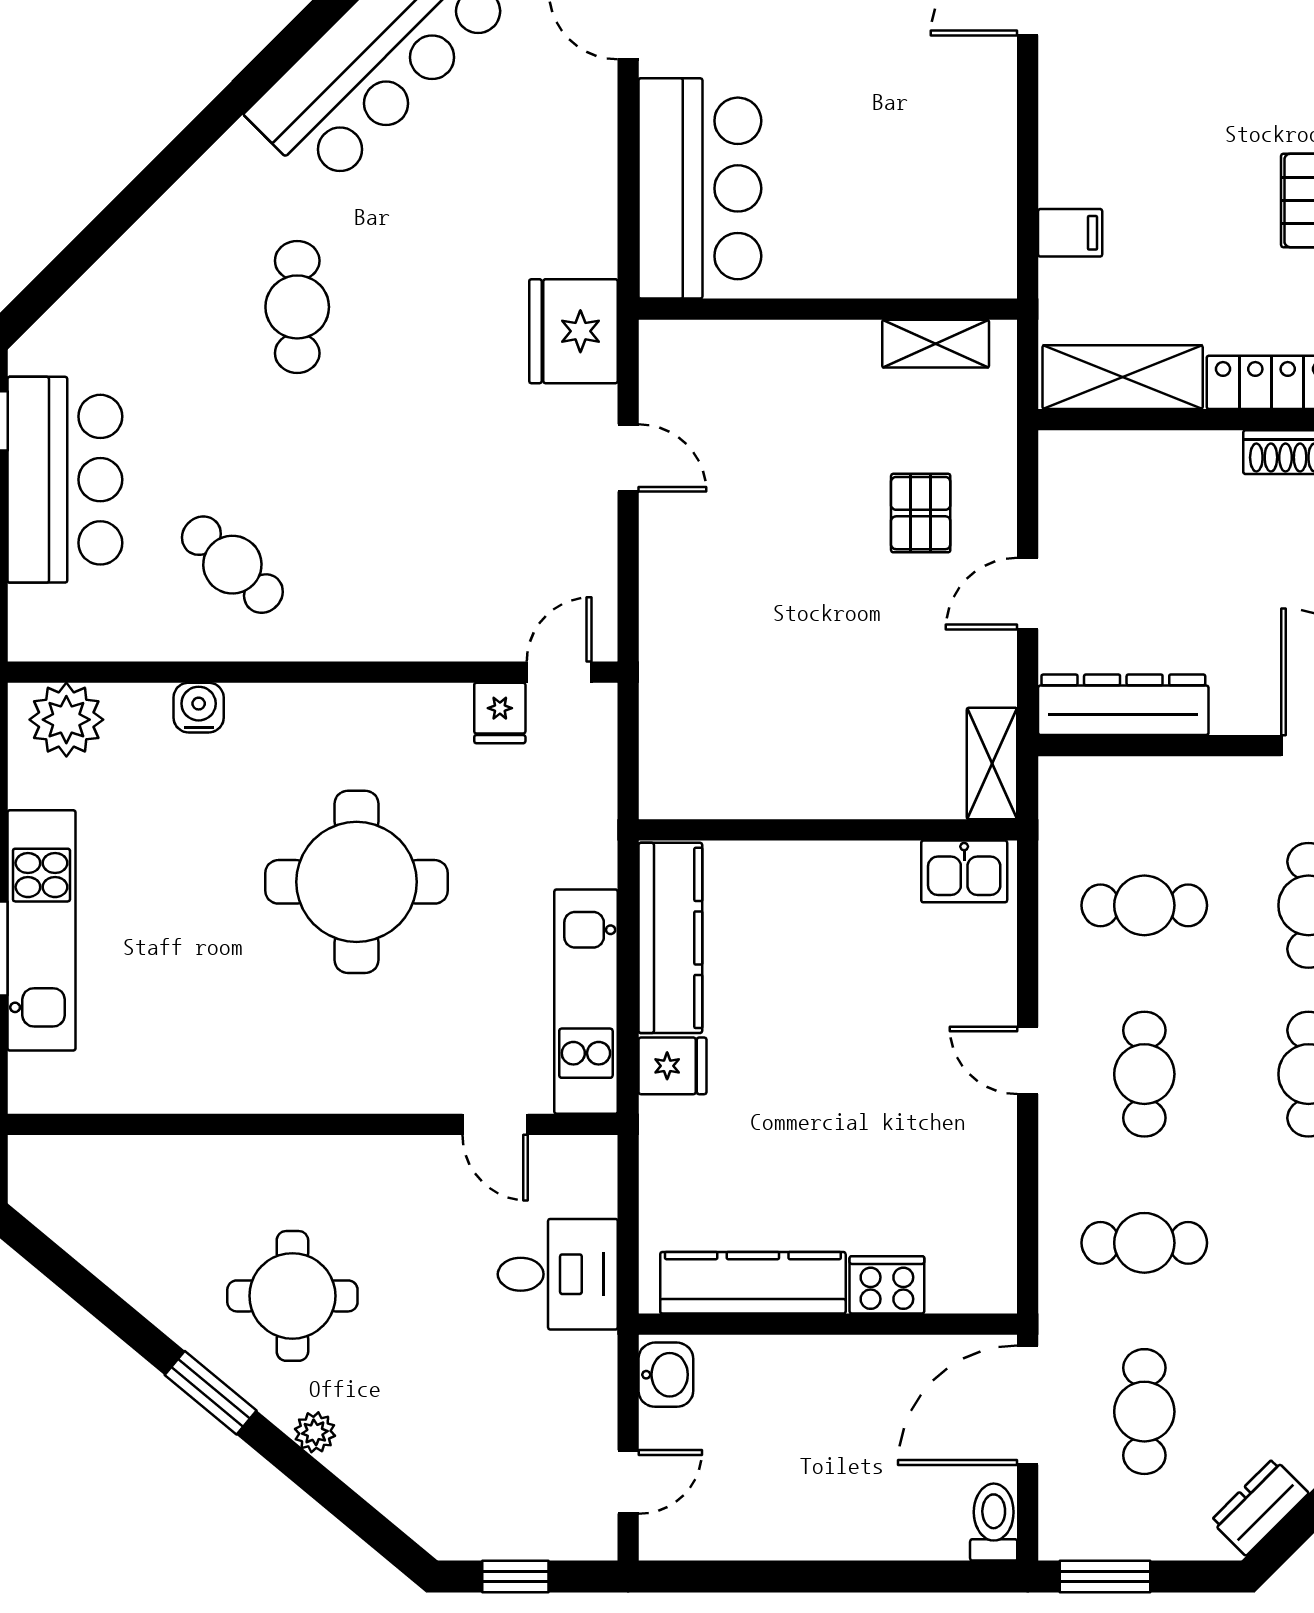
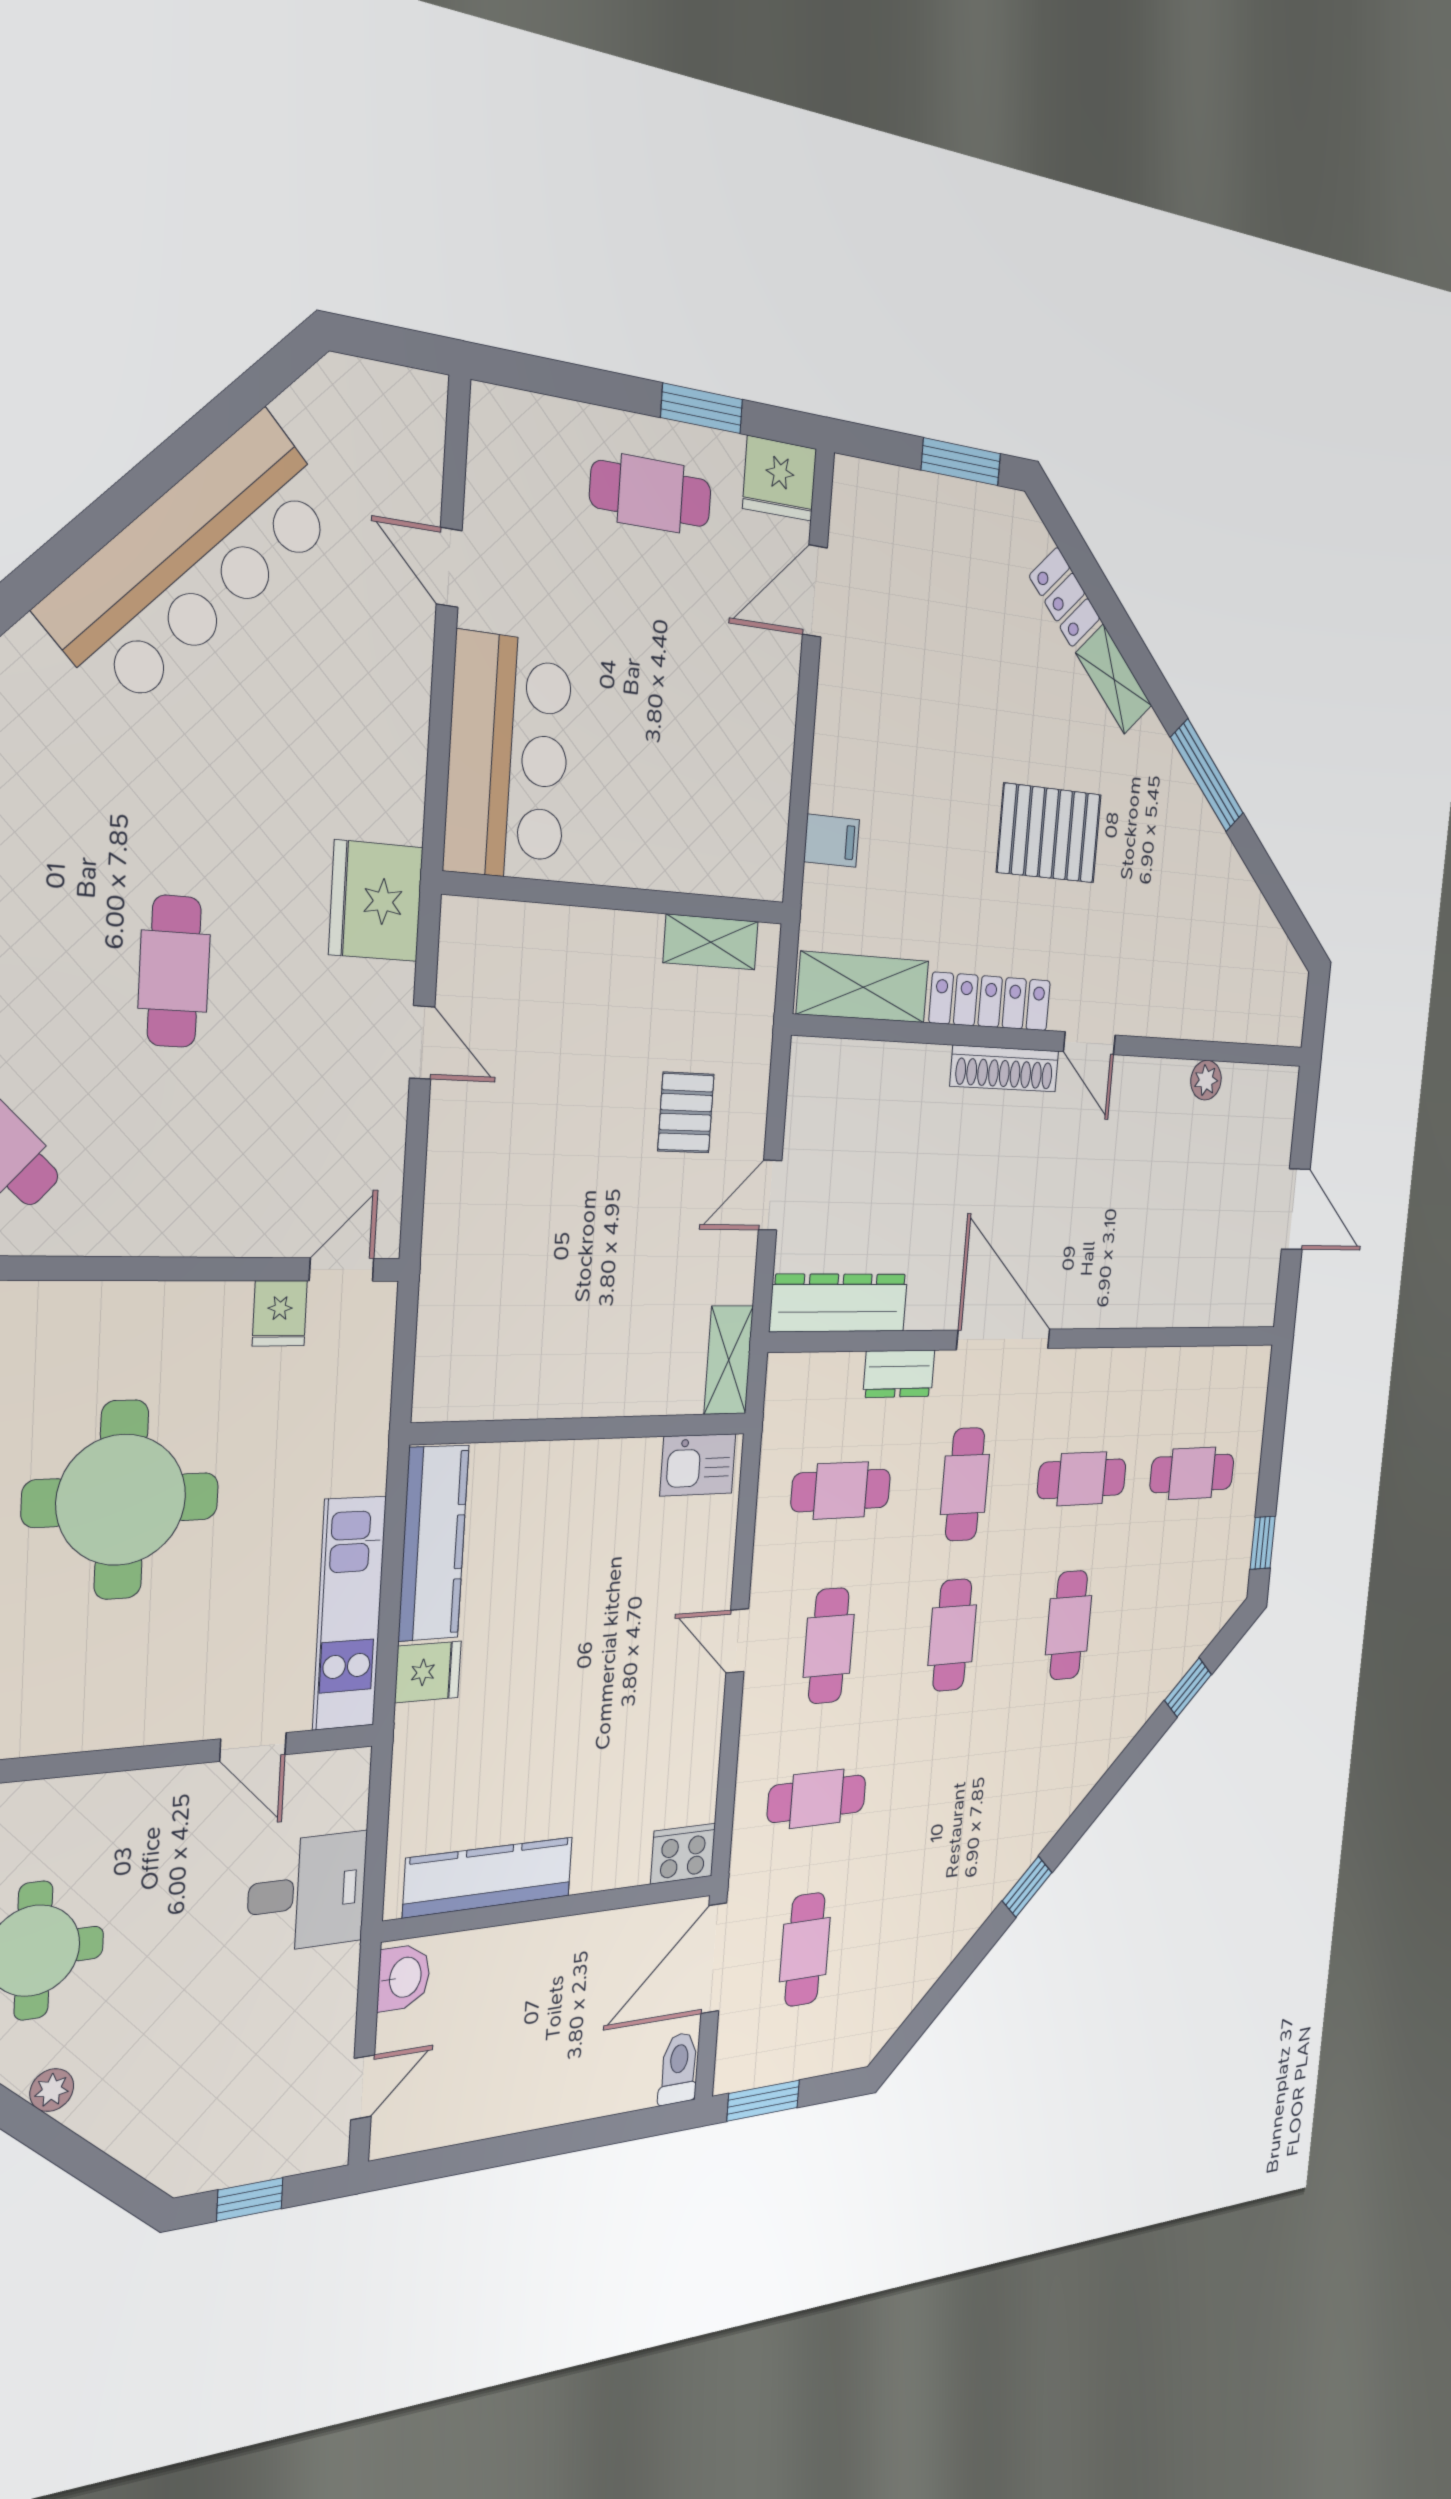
cafe table: (297, 307) -> (174, 971), moved
cooker: (887, 1285) -> (683, 1854), moved
dresser: (1260, 1507) -> (899, 1374), moved, turned -135

